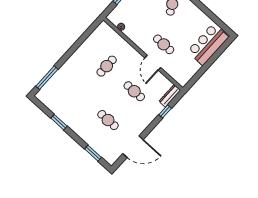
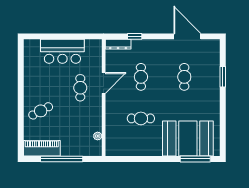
bar counter: (208, 44) -> (62, 51), moved
booth: (65, 85) -> (188, 138), added
window: (59, 122) -> (223, 116), removed
window: (93, 153) -> (223, 77), moved

